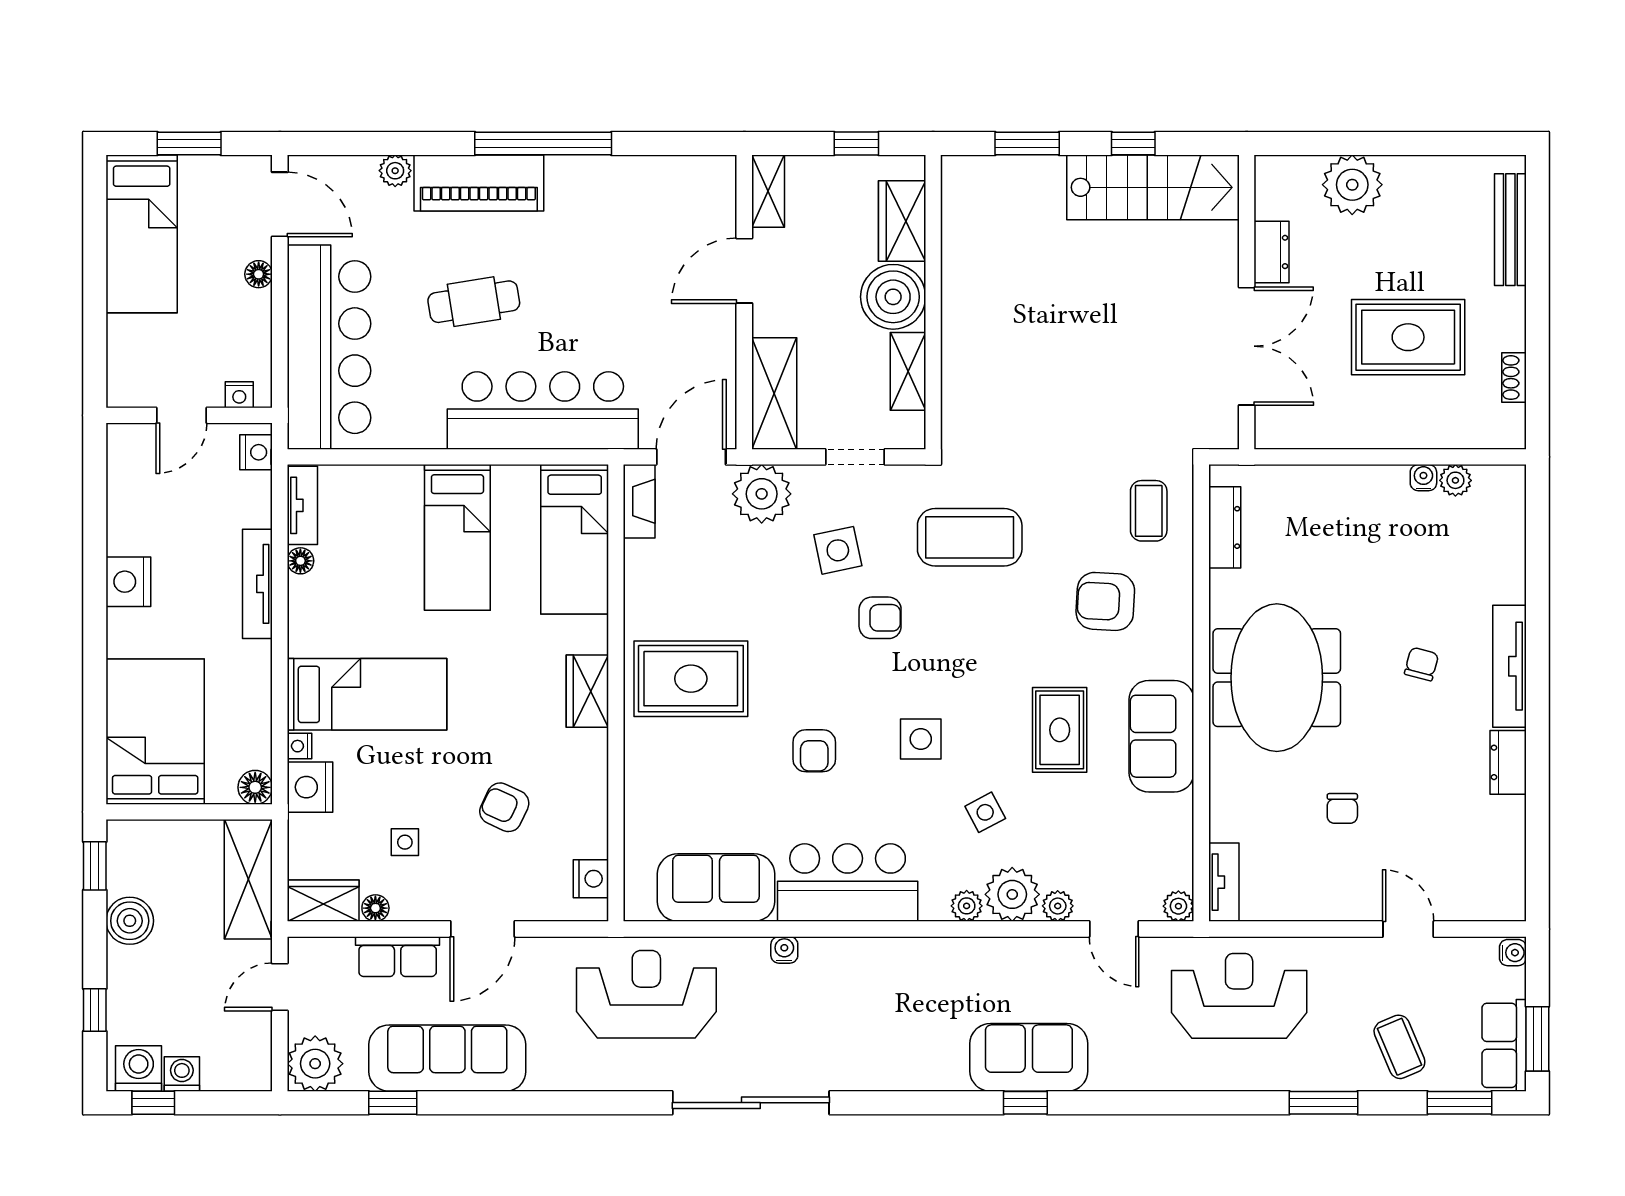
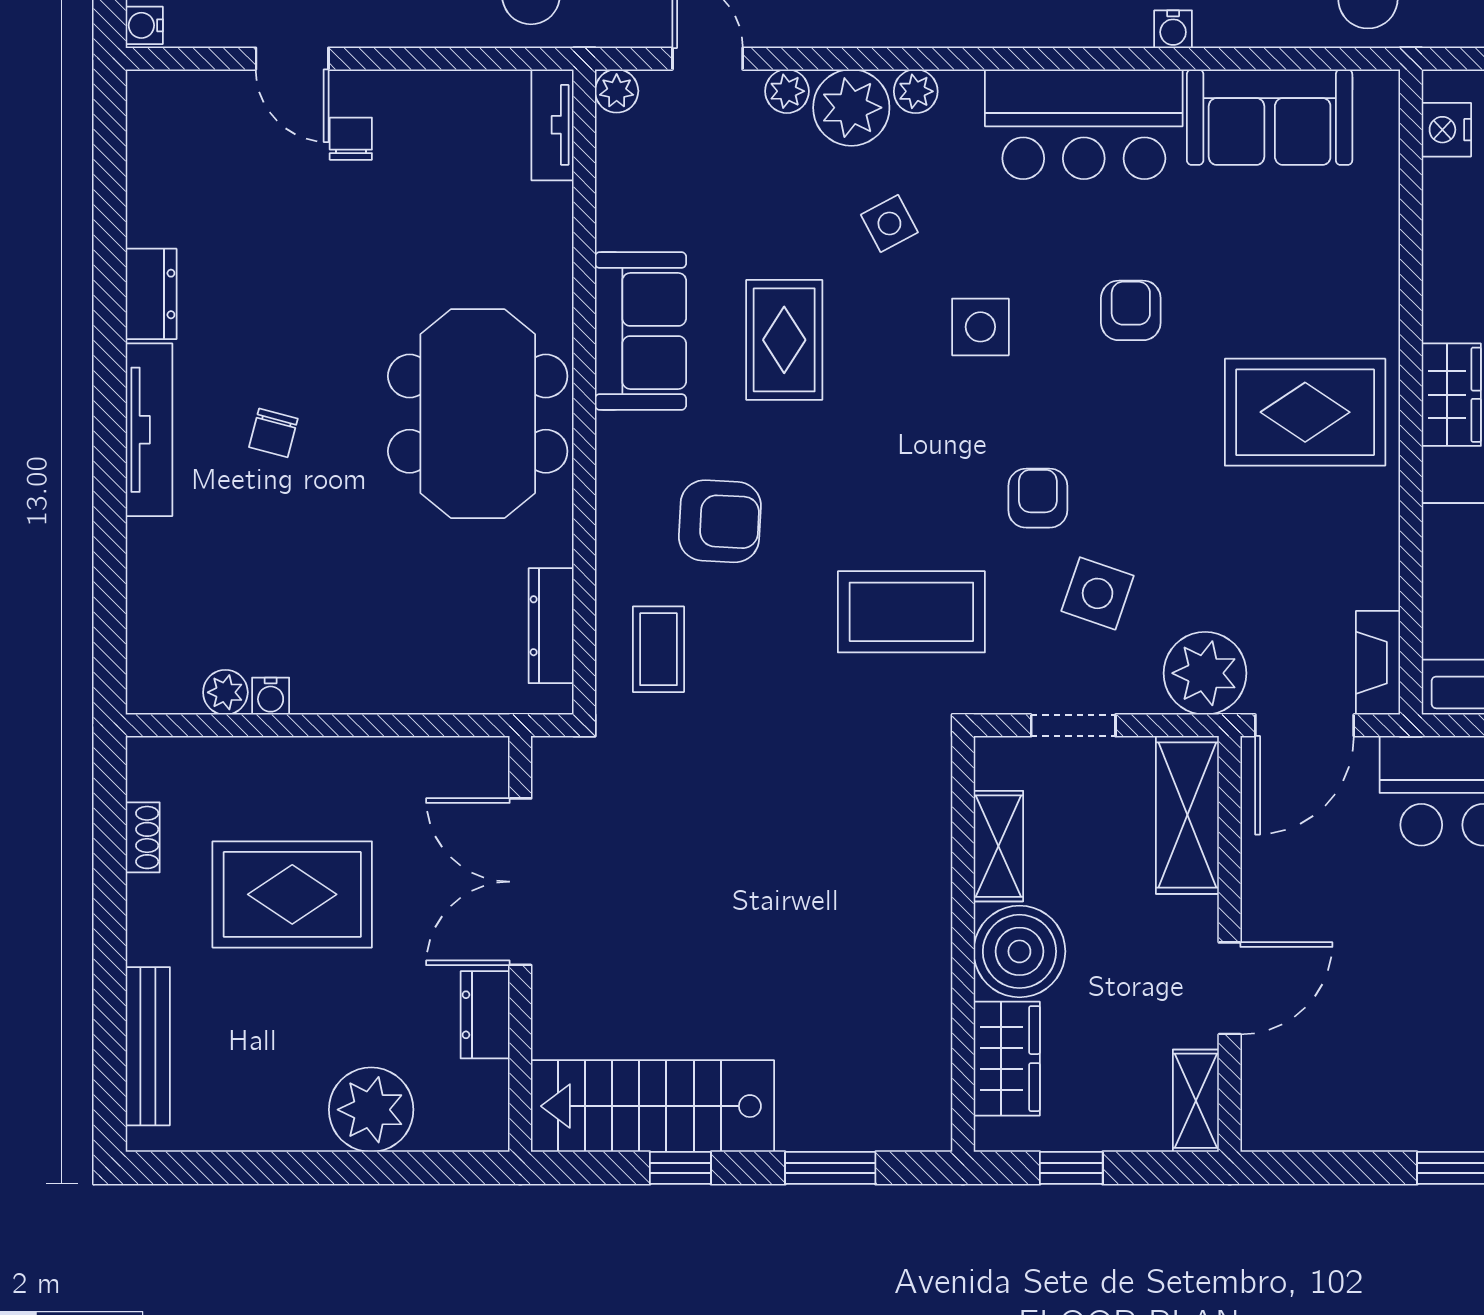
side table: (838, 550) -> (1098, 593), turned 31
armchair: (880, 618) -> (1038, 498), turned 90
chair: (1342, 808) -> (351, 139), moved

